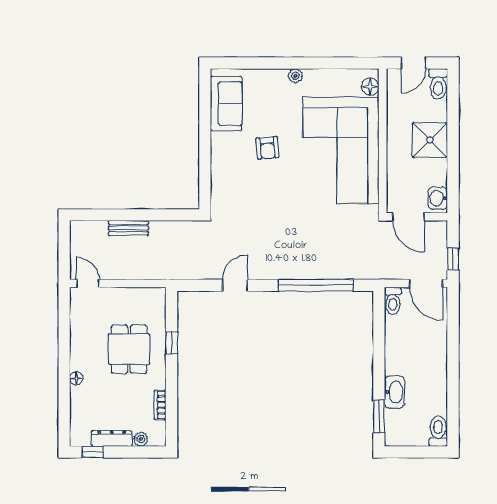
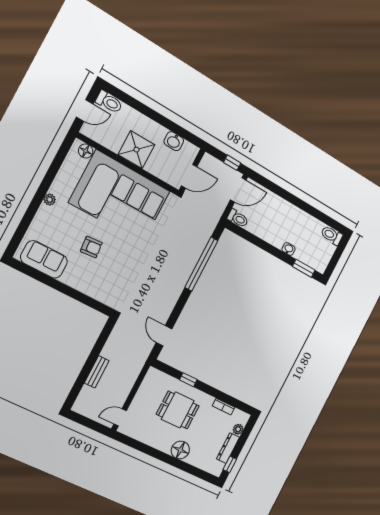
door: (413, 63) -> (85, 110), hinge flipped
shower: (430, 140) -> (136, 150), moved
washbasin: (438, 198) -> (174, 141), moved
door: (235, 285) -> (164, 336), moved
floor lamp: (76, 378) -> (180, 450), width x1.89, depth x1.89
washbasin: (395, 392) -> (289, 249), width x0.52, depth x0.69

